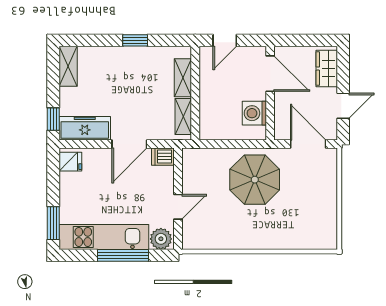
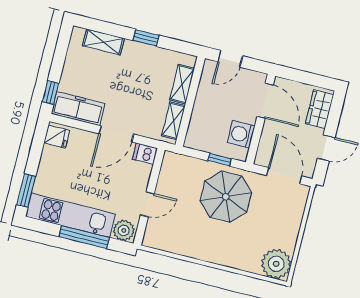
shelving: (68, 66) -> (103, 42), moved, turned 90
window: (239, 144) -> (220, 160), added
plant: (322, 234) -> (276, 264), added

